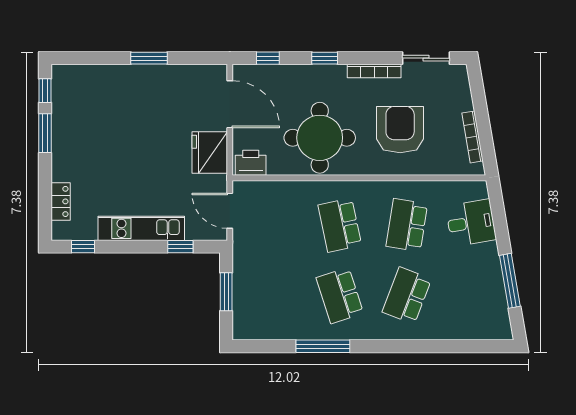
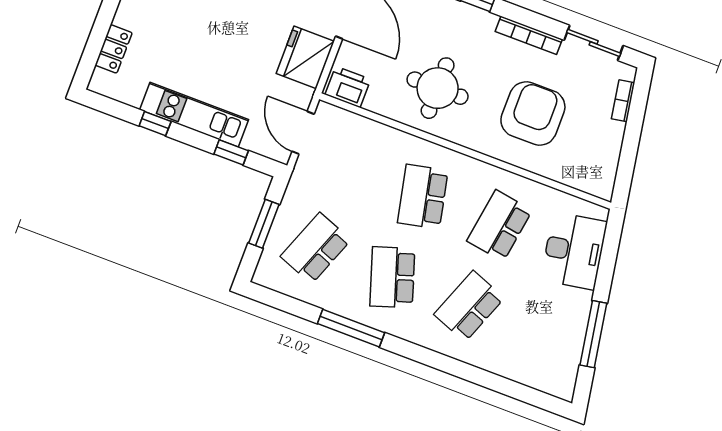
bookcase: (473, 137) -> (623, 101), moved, width x0.64
round table: (320, 138) -> (438, 88), width x0.73, depth x0.73
desk: (471, 223) -> (574, 251), width x1.37
window: (83, 247) -> (155, 124), moved
school desk: (273, 295) -> (316, 248), added

